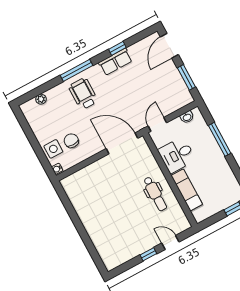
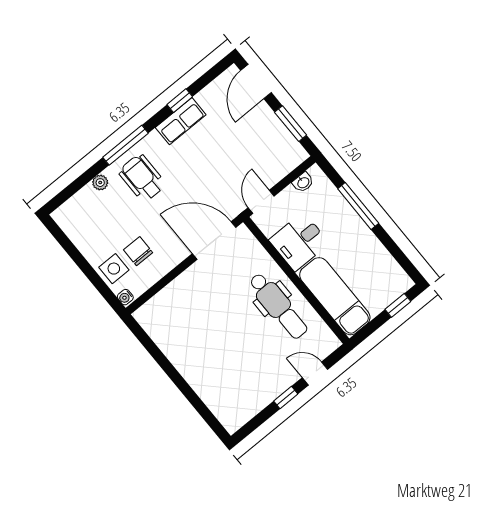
plant: (41, 99) -> (100, 183), moved
exam couch: (187, 190) -> (335, 296), width x1.36, depth x1.45
dental chair: (155, 194) -> (278, 306), width x1.36, depth x1.38

